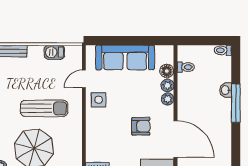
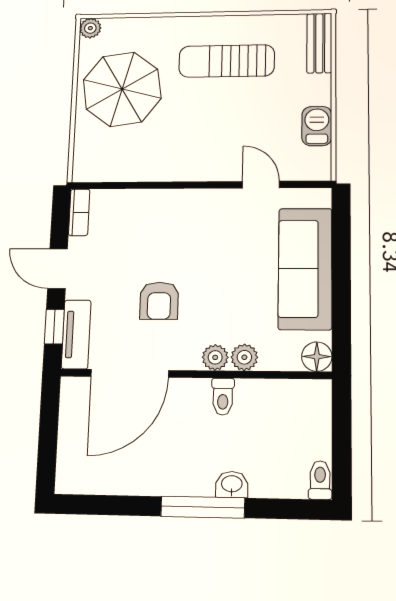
toilet: (186, 67) -> (223, 397), moved
floor lamp: (167, 71) -> (317, 357), moved
side table: (99, 100) -> (217, 214), removed
sun lounger: (44, 108) -> (227, 61), moved, turned 90

